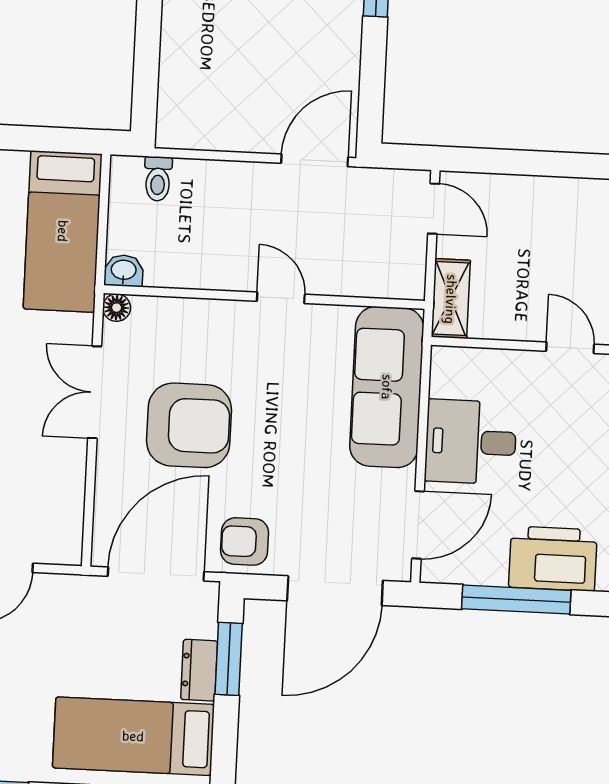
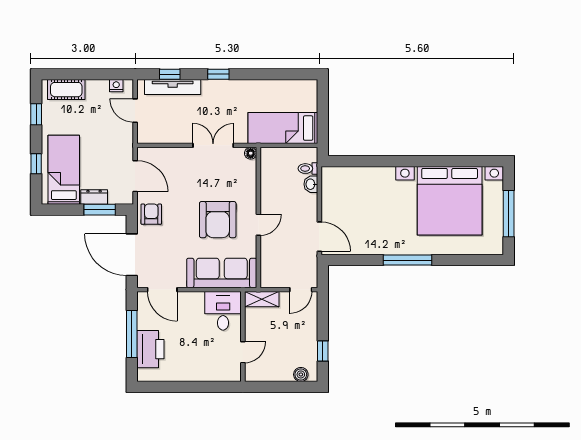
window: (576, 165) -> (323, 351), added
washbasin: (124, 271) -> (311, 184), moved, turned 180
armchair: (189, 425) -> (218, 220), moved
desk: (471, 442) -> (223, 311), moved
door: (156, 574) -> (135, 176), width x0.73

